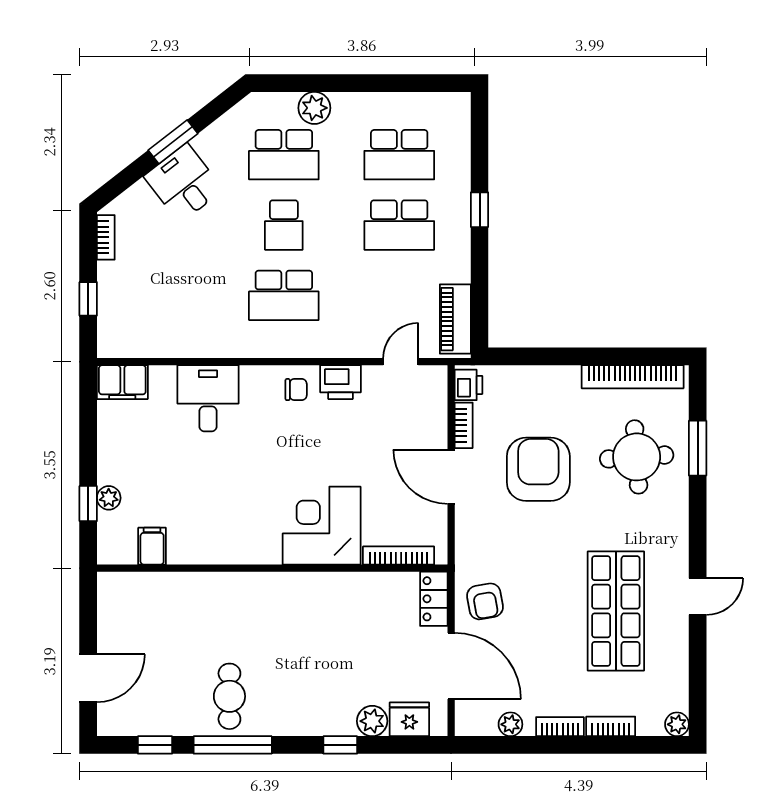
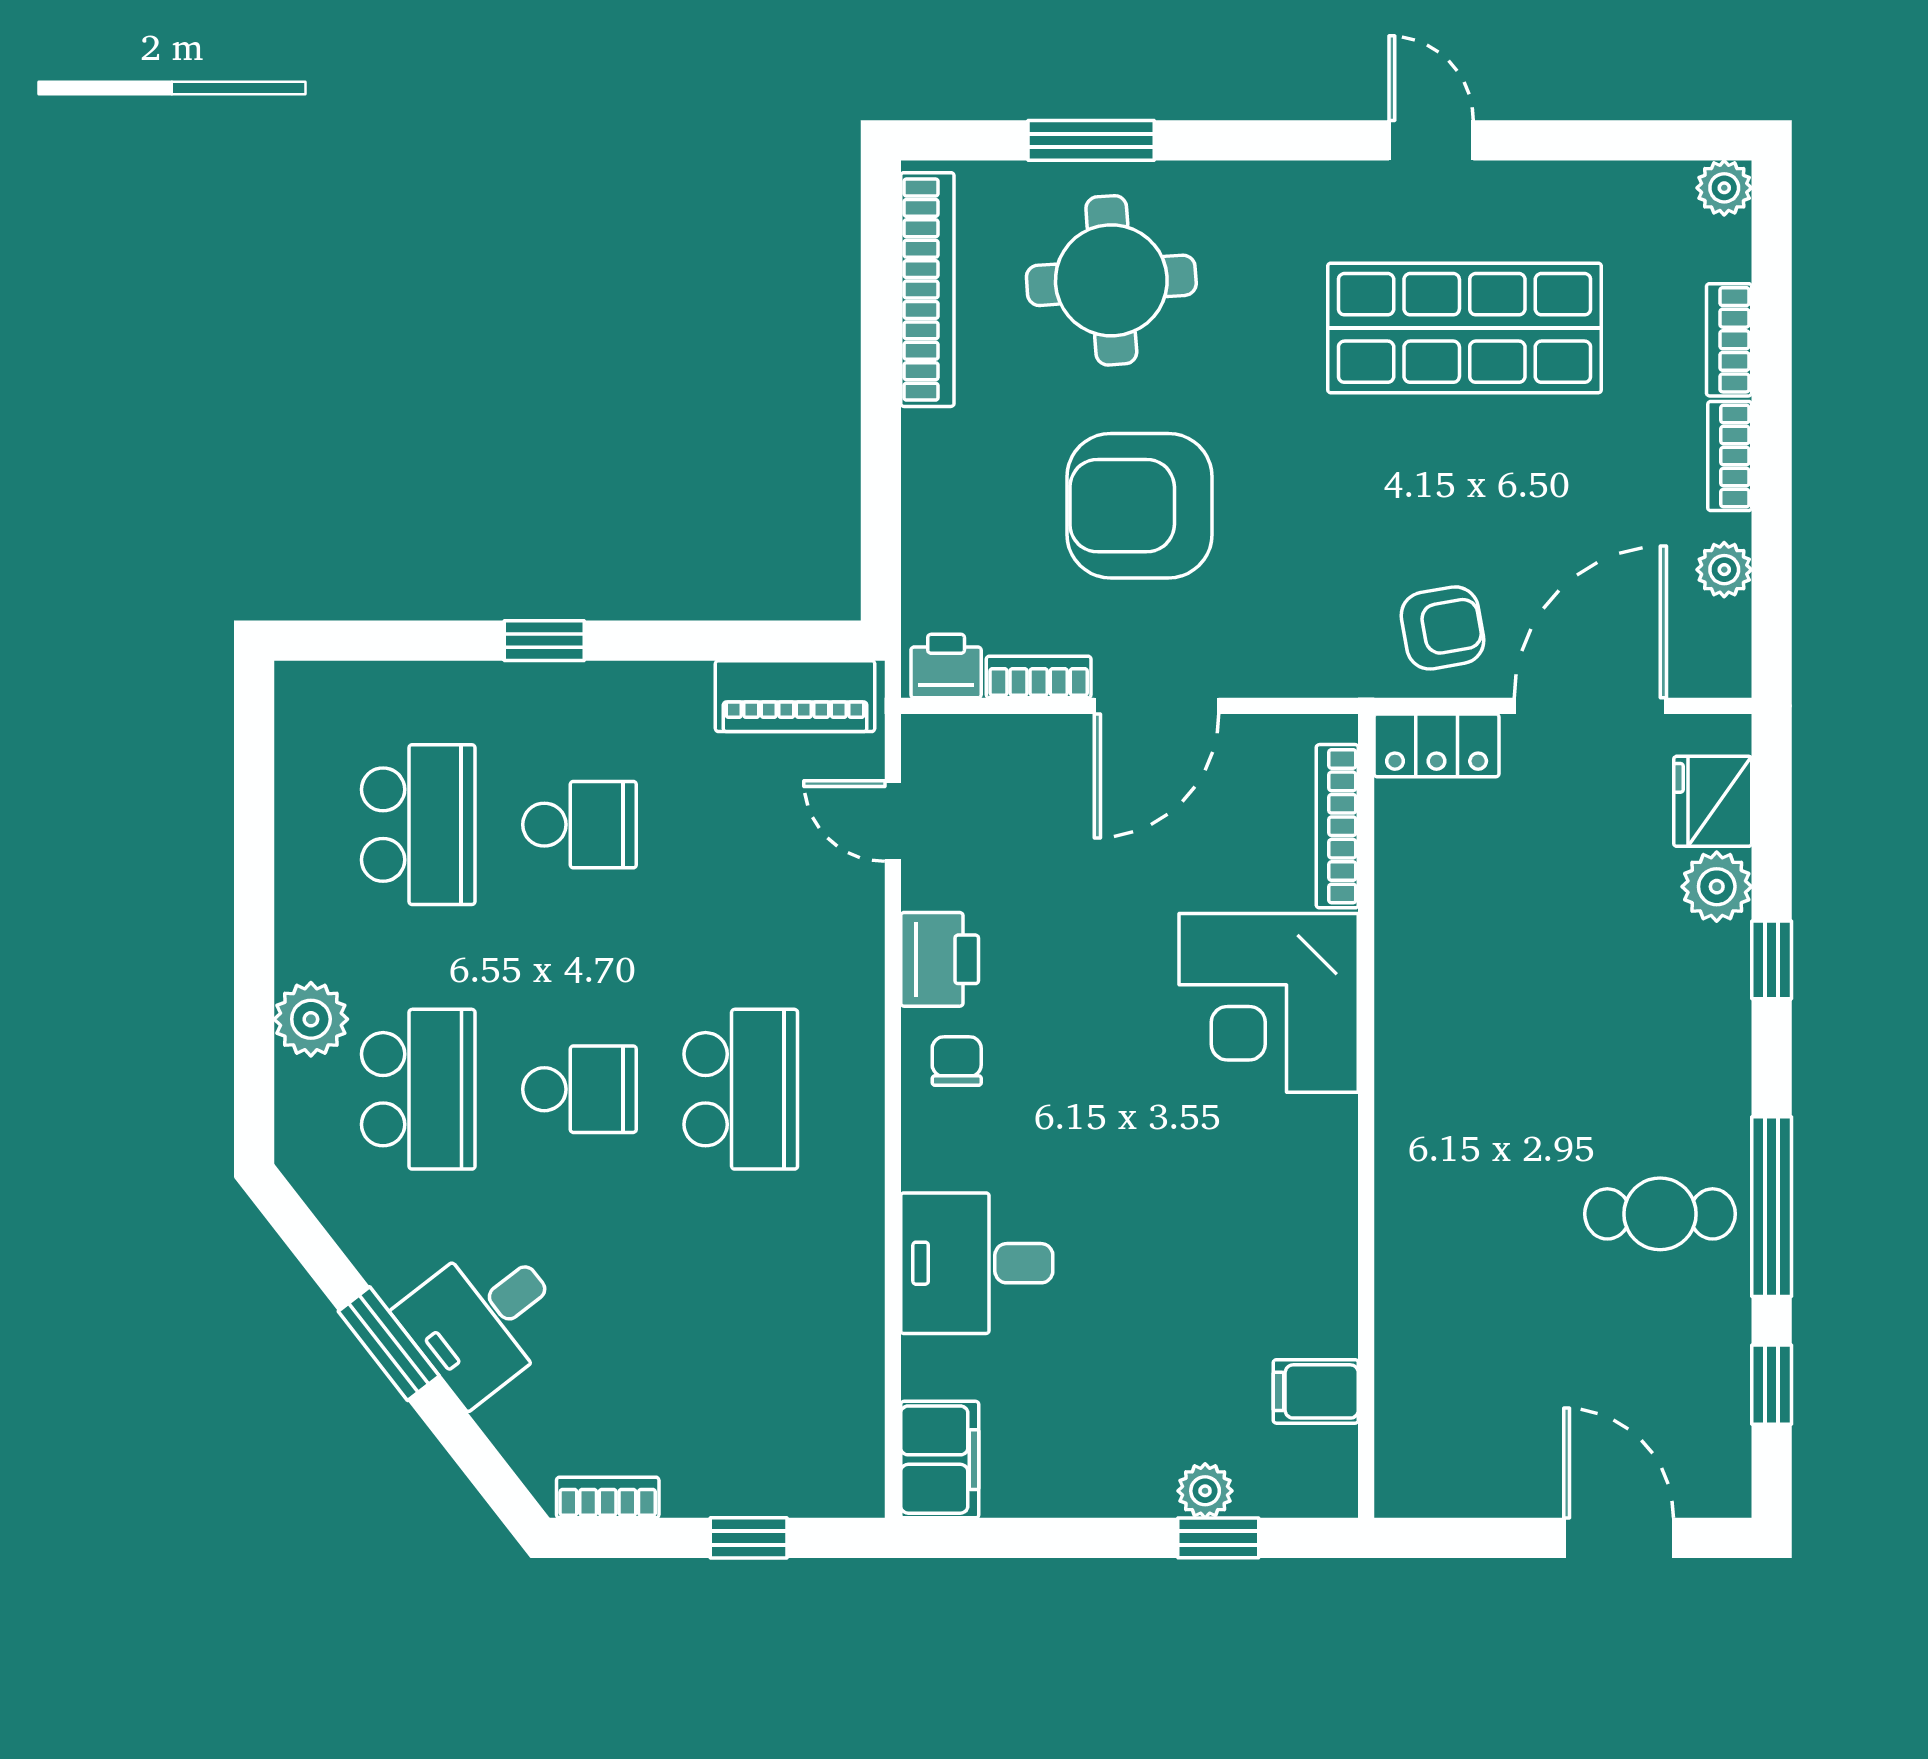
school desk: (399, 225) -> (579, 825), width x0.54

